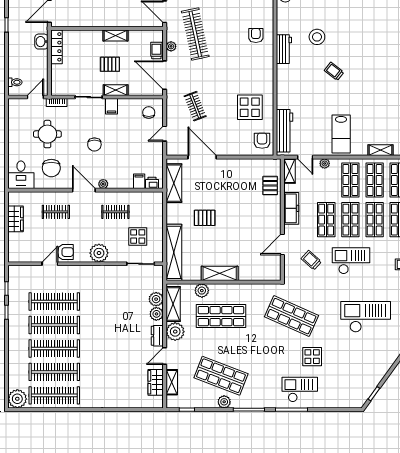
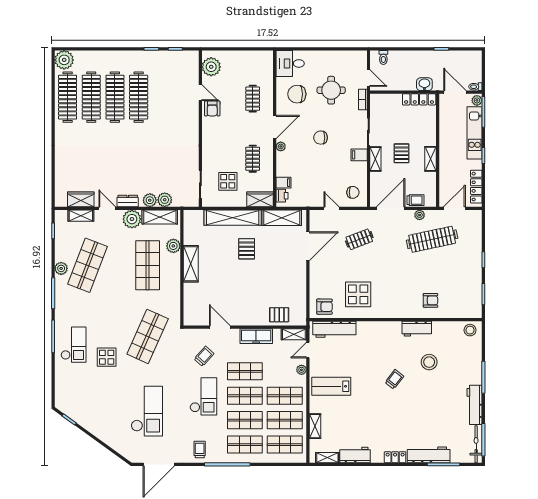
wardrobe: (15, 219) -> (260, 199), moved, turned 180
shelving: (174, 252) -> (233, 218), moved
plant: (99, 253) -> (211, 67), moved
clothes rail: (54, 301) -> (162, 97), removed

